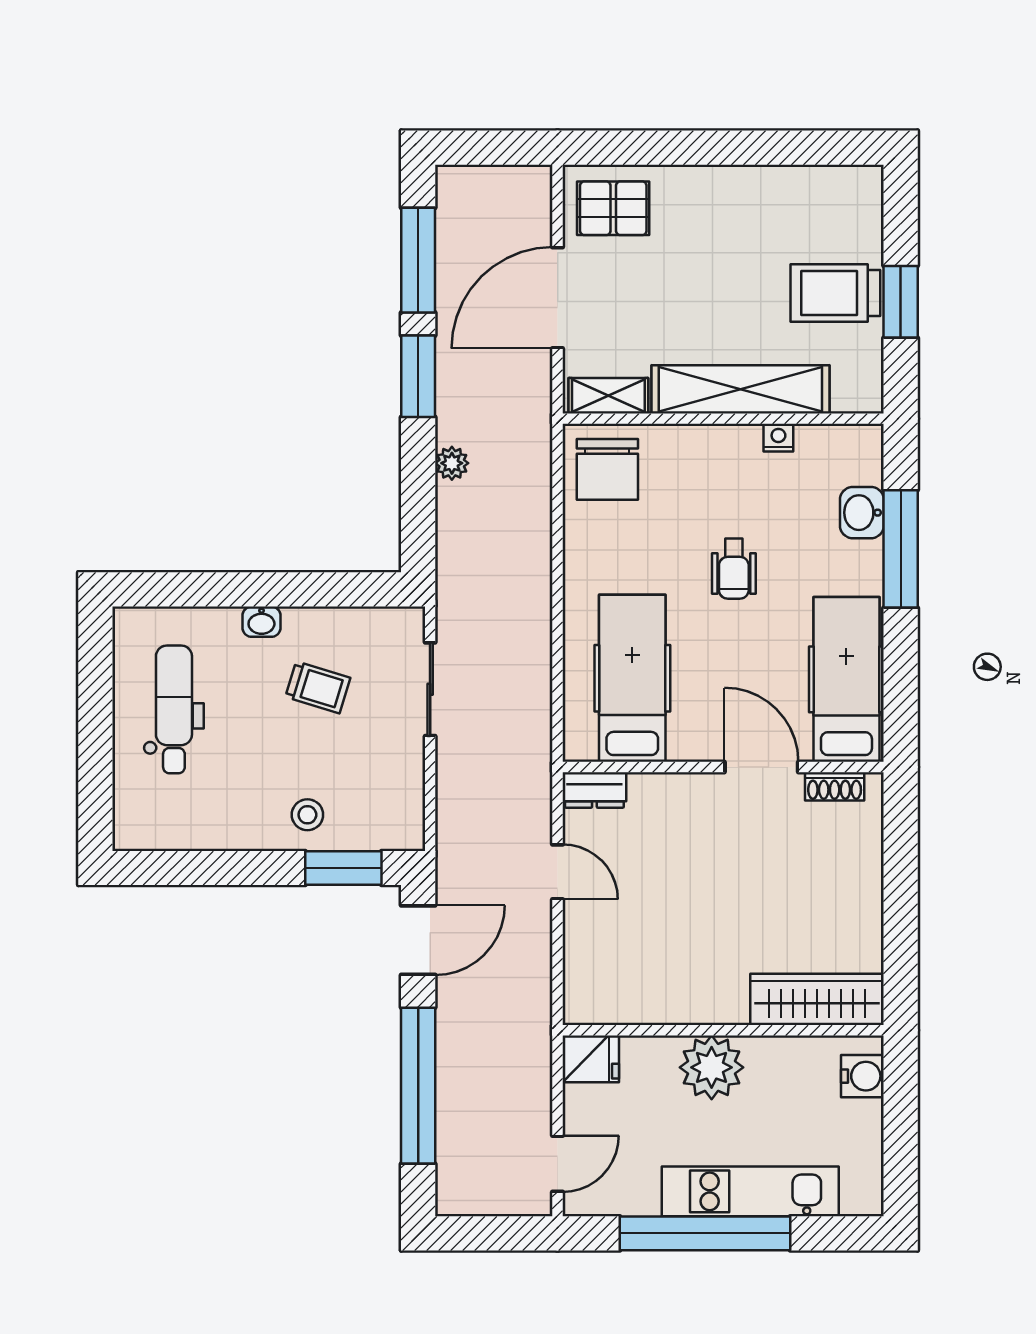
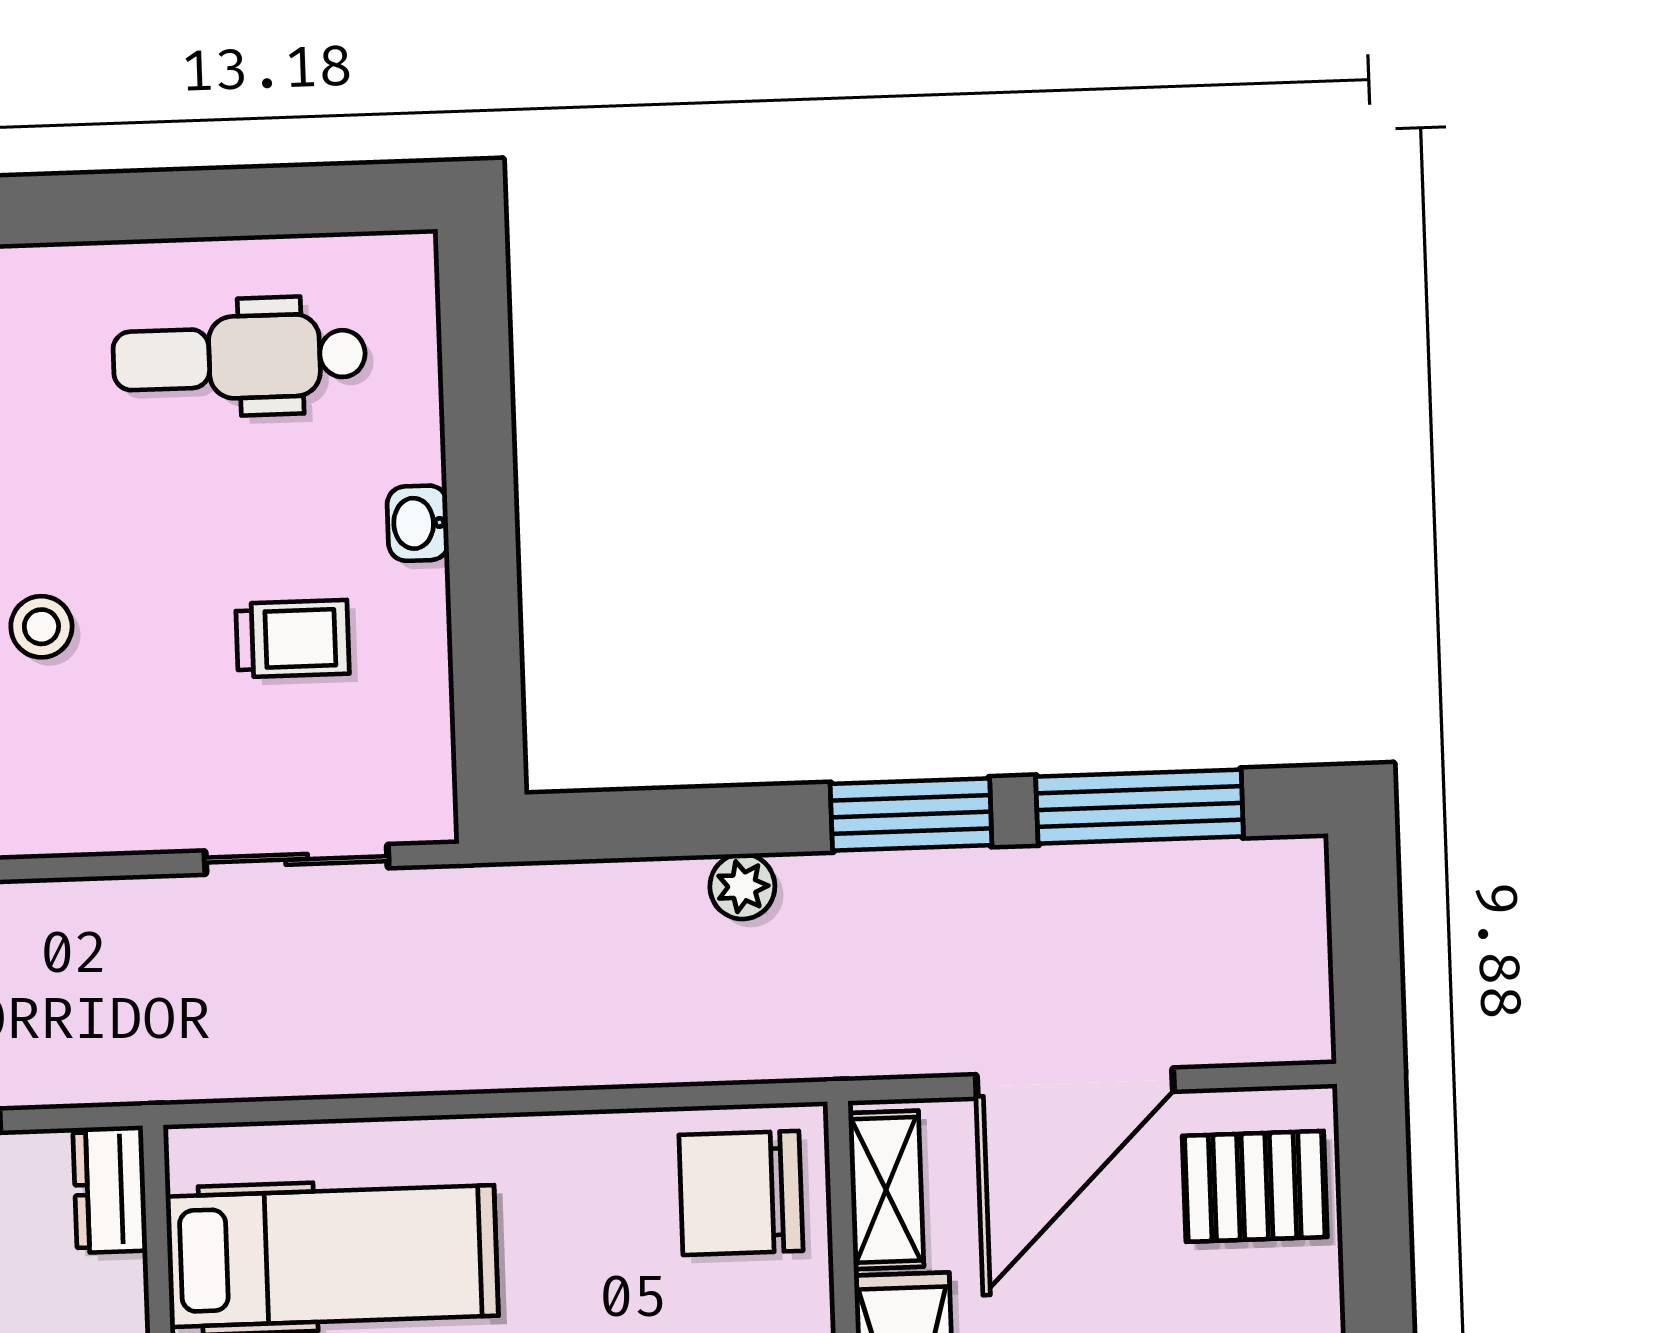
pallet: (613, 208) -> (1255, 1186), turned 90
door: (558, 298) -> (1075, 1083), swing flipped
trolley: (318, 687) -> (293, 639), turned -107
dental chair: (174, 709) -> (239, 357), turned 180

